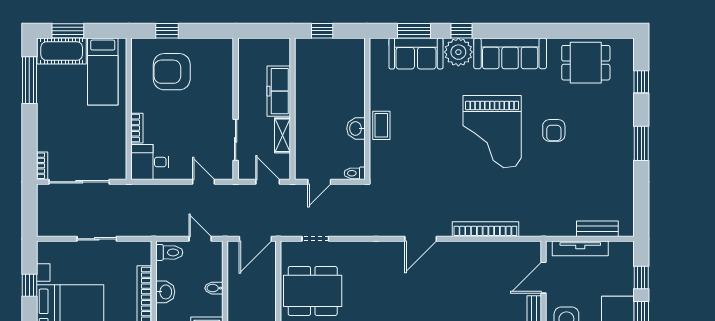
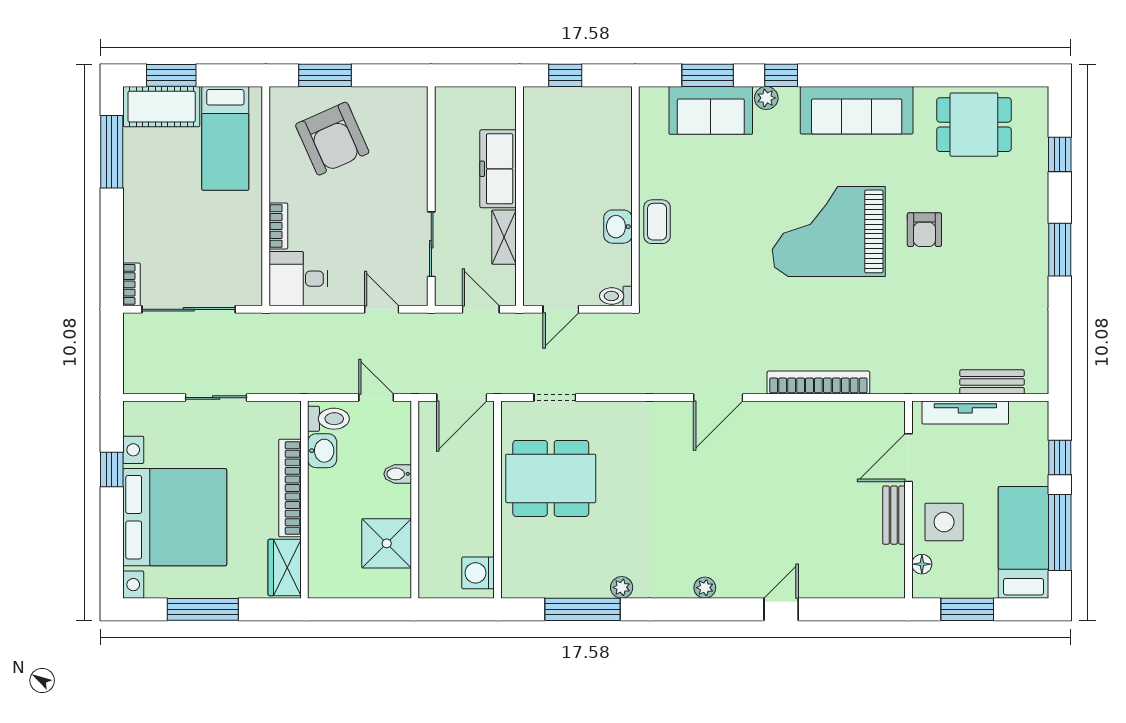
window: (167, 31) -> (325, 75), width x1.50
plant: (458, 52) -> (766, 98), width x0.53, depth x0.53
armchair: (172, 72) -> (332, 139), turned -114
grand piano: (492, 132) -> (829, 231), turned 90
washbasin: (165, 292) -> (322, 451), moved

